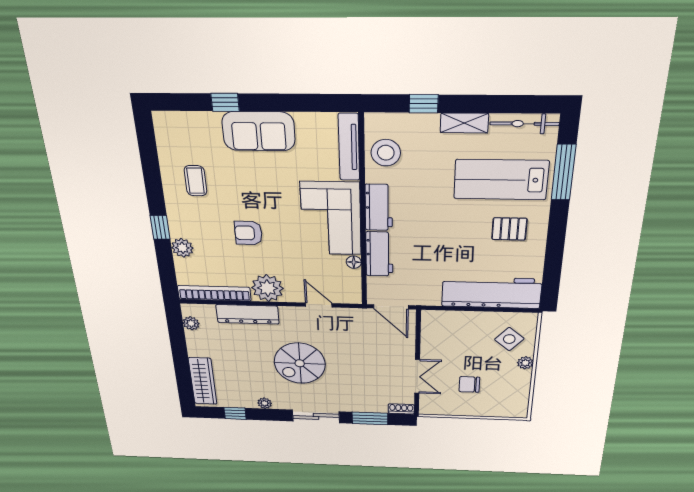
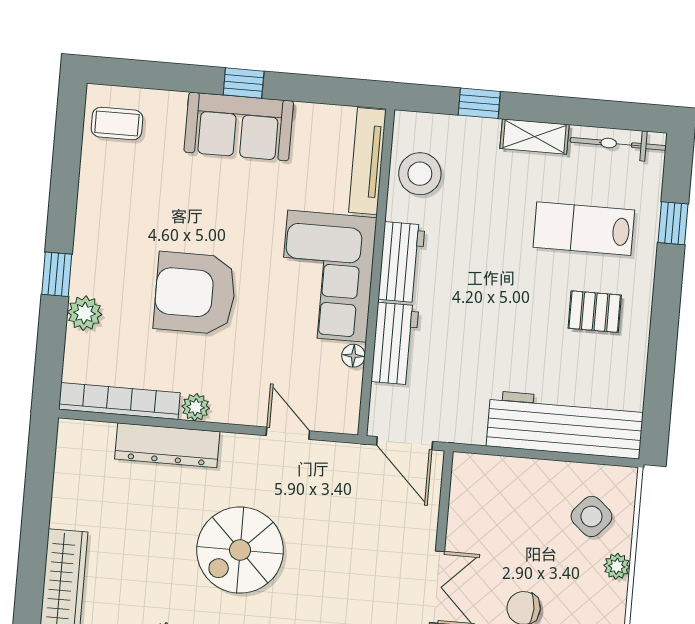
window: (225, 102) -> (244, 83), moved
window: (564, 172) -> (673, 223), width x0.46
lab bench: (501, 180) -> (584, 229), width x0.73, depth x0.72
coffee table: (196, 181) -> (117, 123), moved, turned 90
armchair: (248, 233) -> (195, 293), width x1.88, depth x1.88
plant: (267, 288) -> (196, 407), width x0.53, depth x0.53
plant: (191, 323) -> (68, 458), removed

